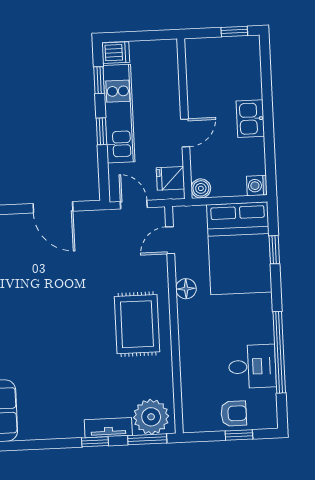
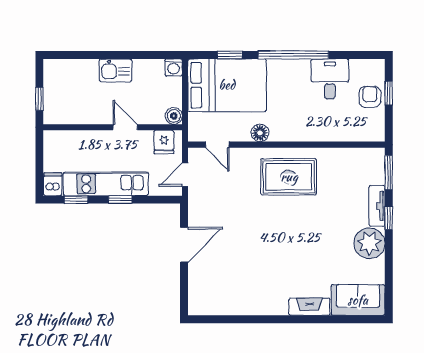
window: (234, 32) -> (39, 99), moved
window: (279, 352) -> (293, 55), moved
plant: (151, 417) -> (369, 243), moved

